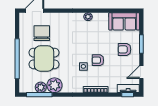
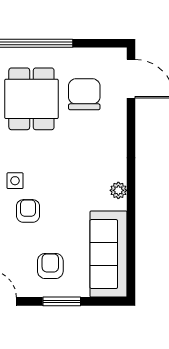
sofa: (124, 21) -> (109, 254), width x1.36
chair: (42, 33) -> (84, 94), turned -90

